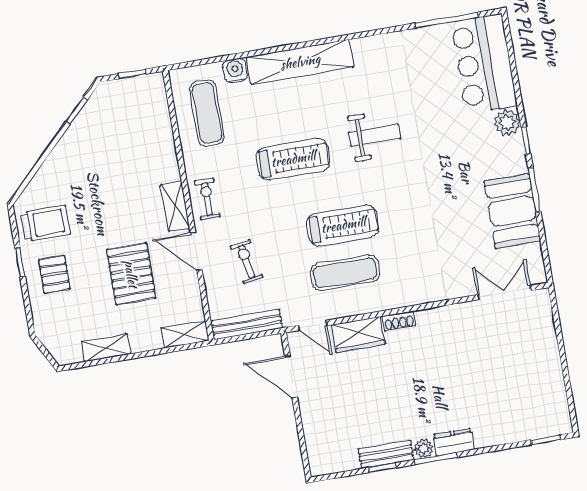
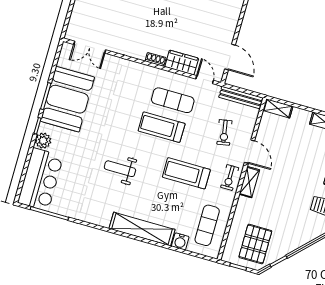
treadmill: (293, 159) -> (186, 173), moved
booth: (512, 211) -> (67, 99), width x1.36, depth x1.42
pallet: (131, 274) -> (255, 244), moved

